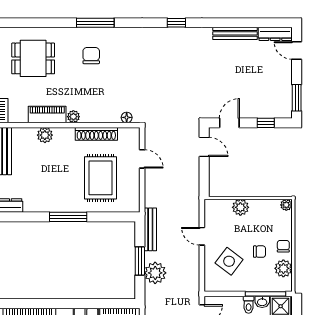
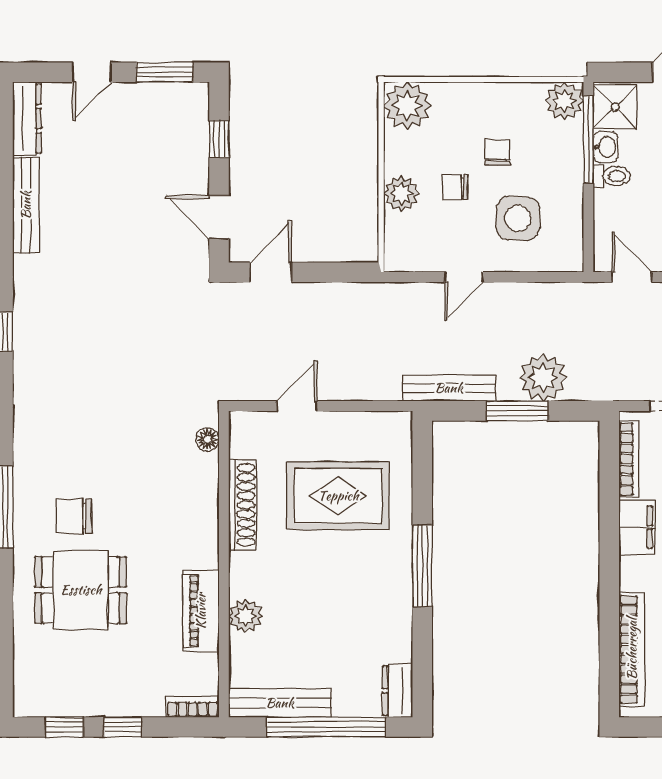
door: (297, 50) -> (92, 72), moved
dining table: (33, 58) -> (81, 590), moved, turned 90
plant: (73, 117) -> (206, 554), removed
plant: (286, 205) -> (407, 106), width x1.88, depth x1.88
chair: (283, 246) -> (455, 187), moved
side table: (229, 261) -> (518, 218), turned -37
plant: (283, 268) -> (565, 101), moved

